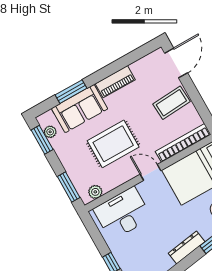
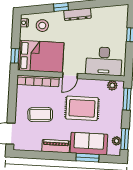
coffee table: (171, 103) -> (40, 115), moved
door: (150, 172) -> (70, 76), hinge flipped

